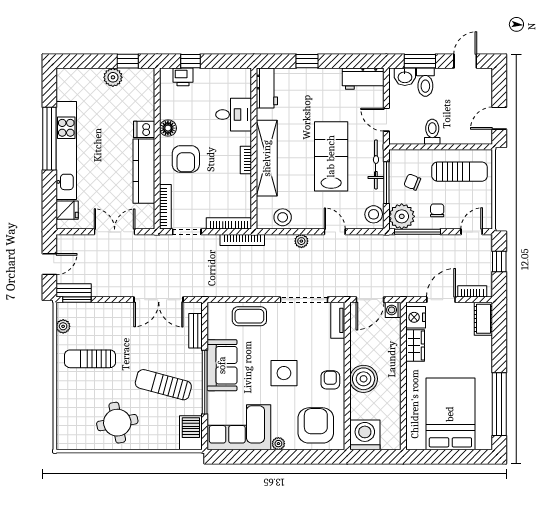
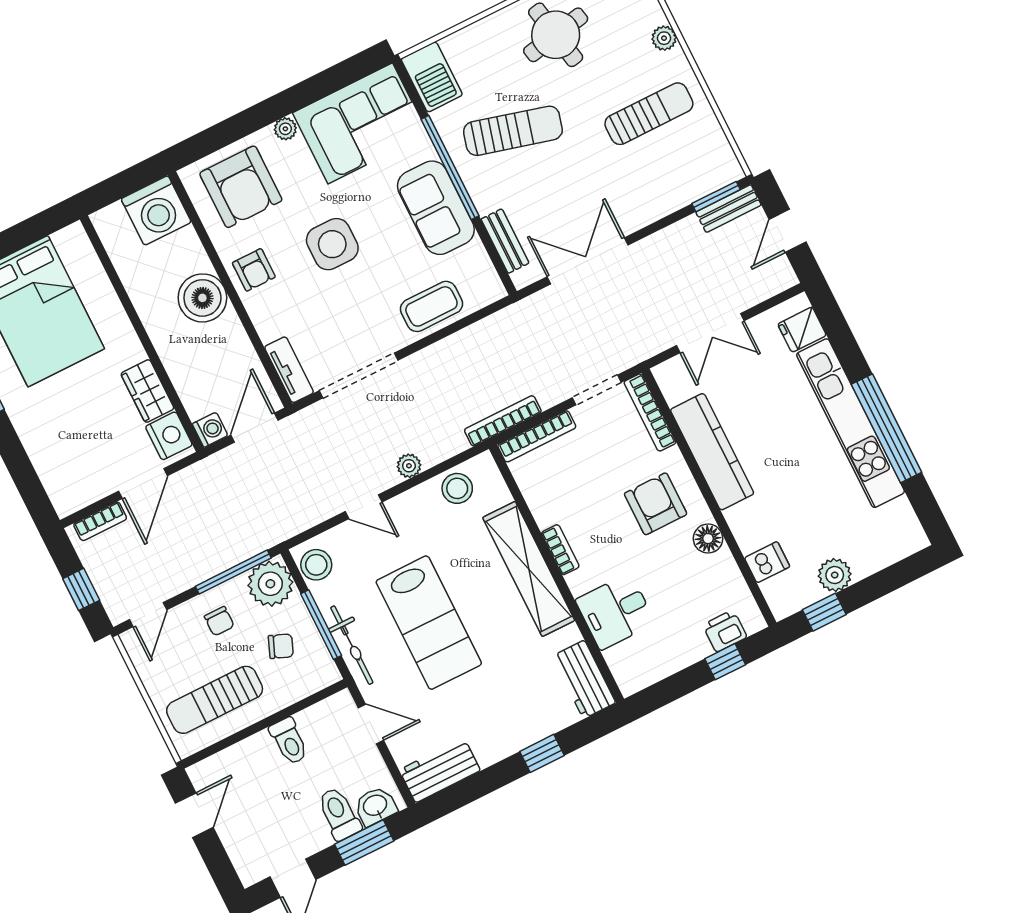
dishwasher: (144, 129) -> (767, 562), moved
cot: (483, 319) -> (61, 487), removed
plant: (63, 326) -> (664, 38), moved

